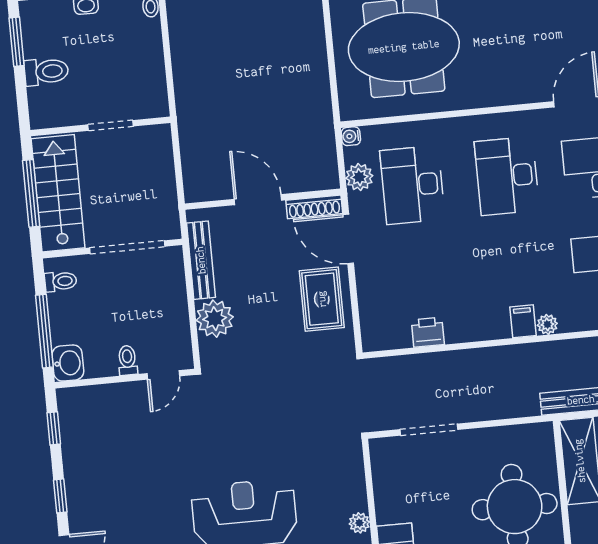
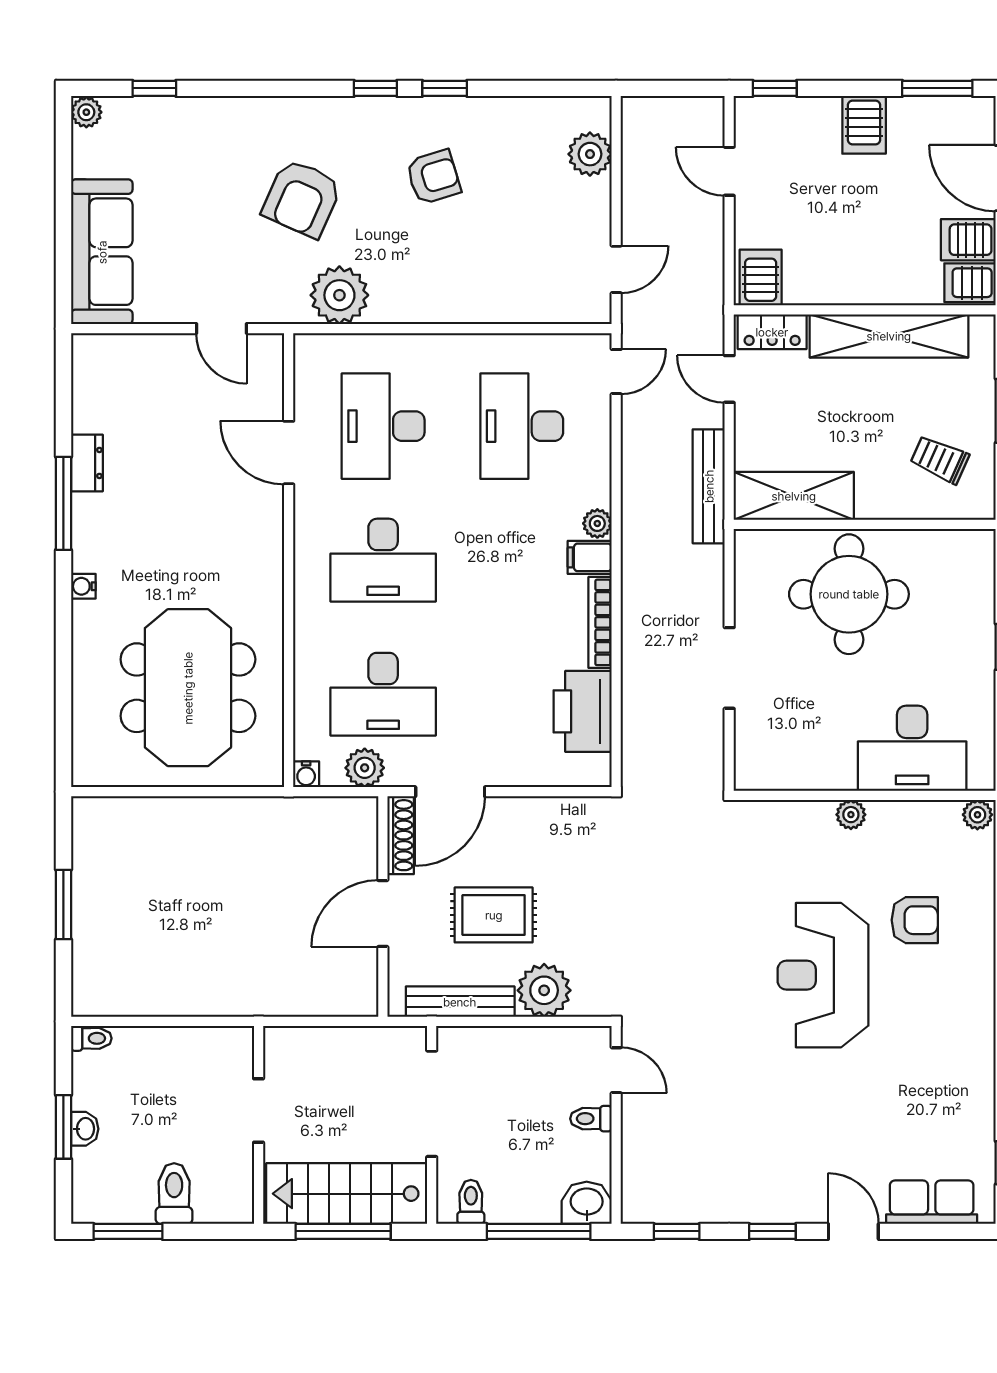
rug: (322, 299) -> (494, 915), moved
printer: (428, 332) -> (583, 711), width x1.87, depth x1.48
bookcase: (478, 333) -> (600, 622), added
doorway: (429, 430) -> (729, 668), moved

